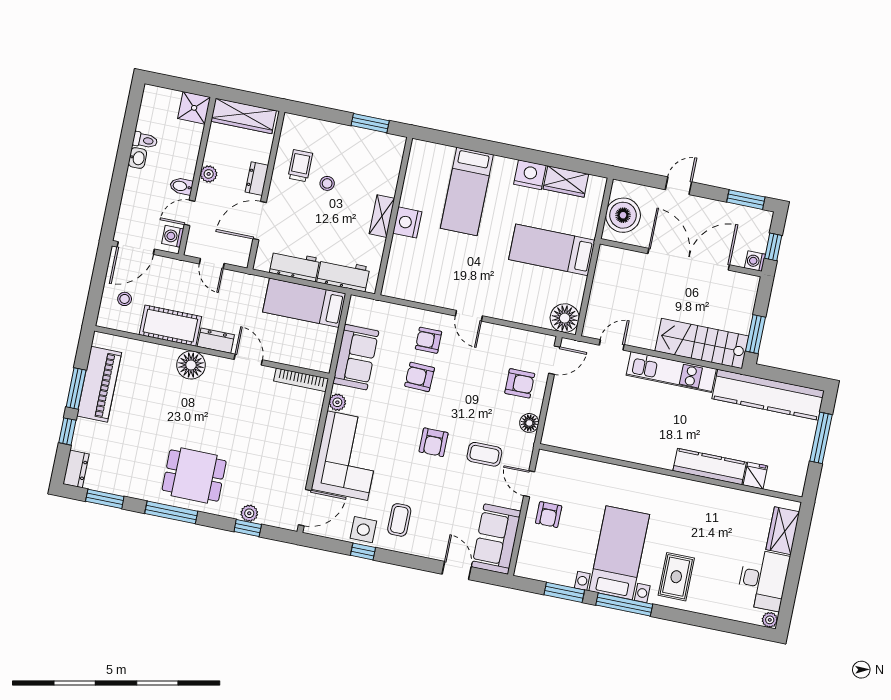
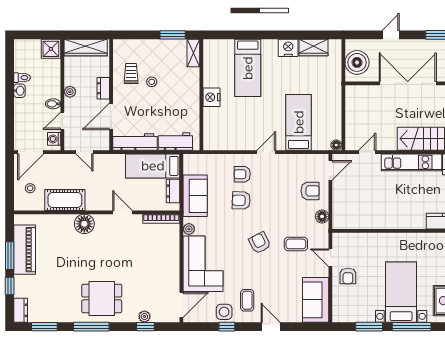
shelving: (382, 216) -> (193, 53), moved
bed: (552, 250) -> (299, 122), moved, turned 90
workbench: (295, 266) -> (135, 142), width x1.38
door: (469, 316) -> (266, 152), swing flipped
floor lamp: (565, 318) -> (336, 145), width x0.53, depth x0.53
dresser: (216, 341) -> (173, 191), moved, turned -90
armchair: (434, 442) -> (260, 243), turned 153
door: (457, 570) -> (271, 327), moved

